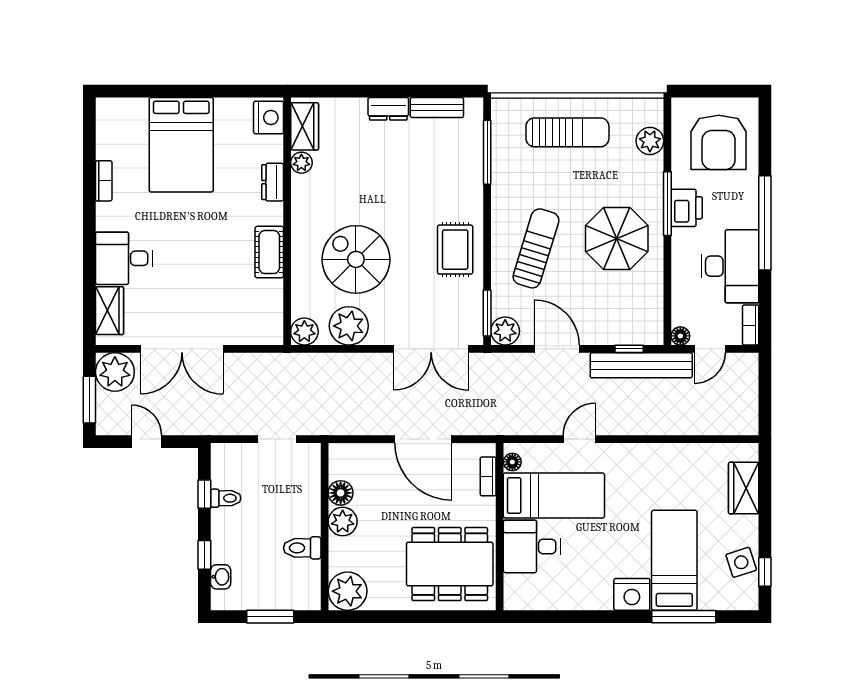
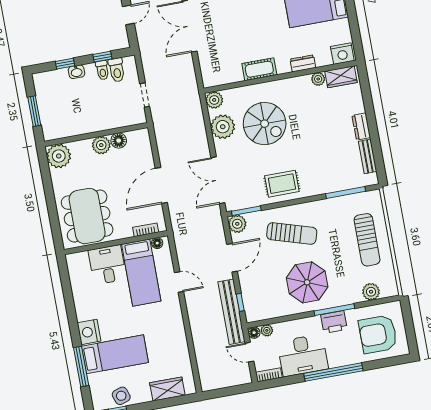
spiral stairs: (356, 259) -> (265, 124), turned 90
plant: (681, 315) -> (267, 330), added
toilet: (302, 548) -> (117, 70), moved, turned 180
washbasin: (221, 577) -> (76, 72), moved

